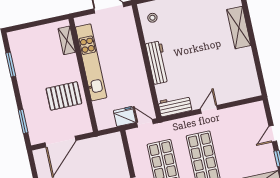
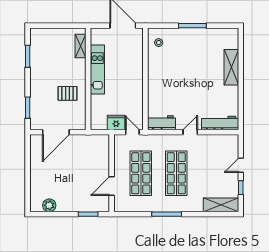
kitchen unit: (91, 62) -> (97, 69), width x0.73
workbench: (157, 63) -> (220, 123), moved, turned -90
pallet: (64, 96) -> (68, 93), width x0.67, depth x0.71

